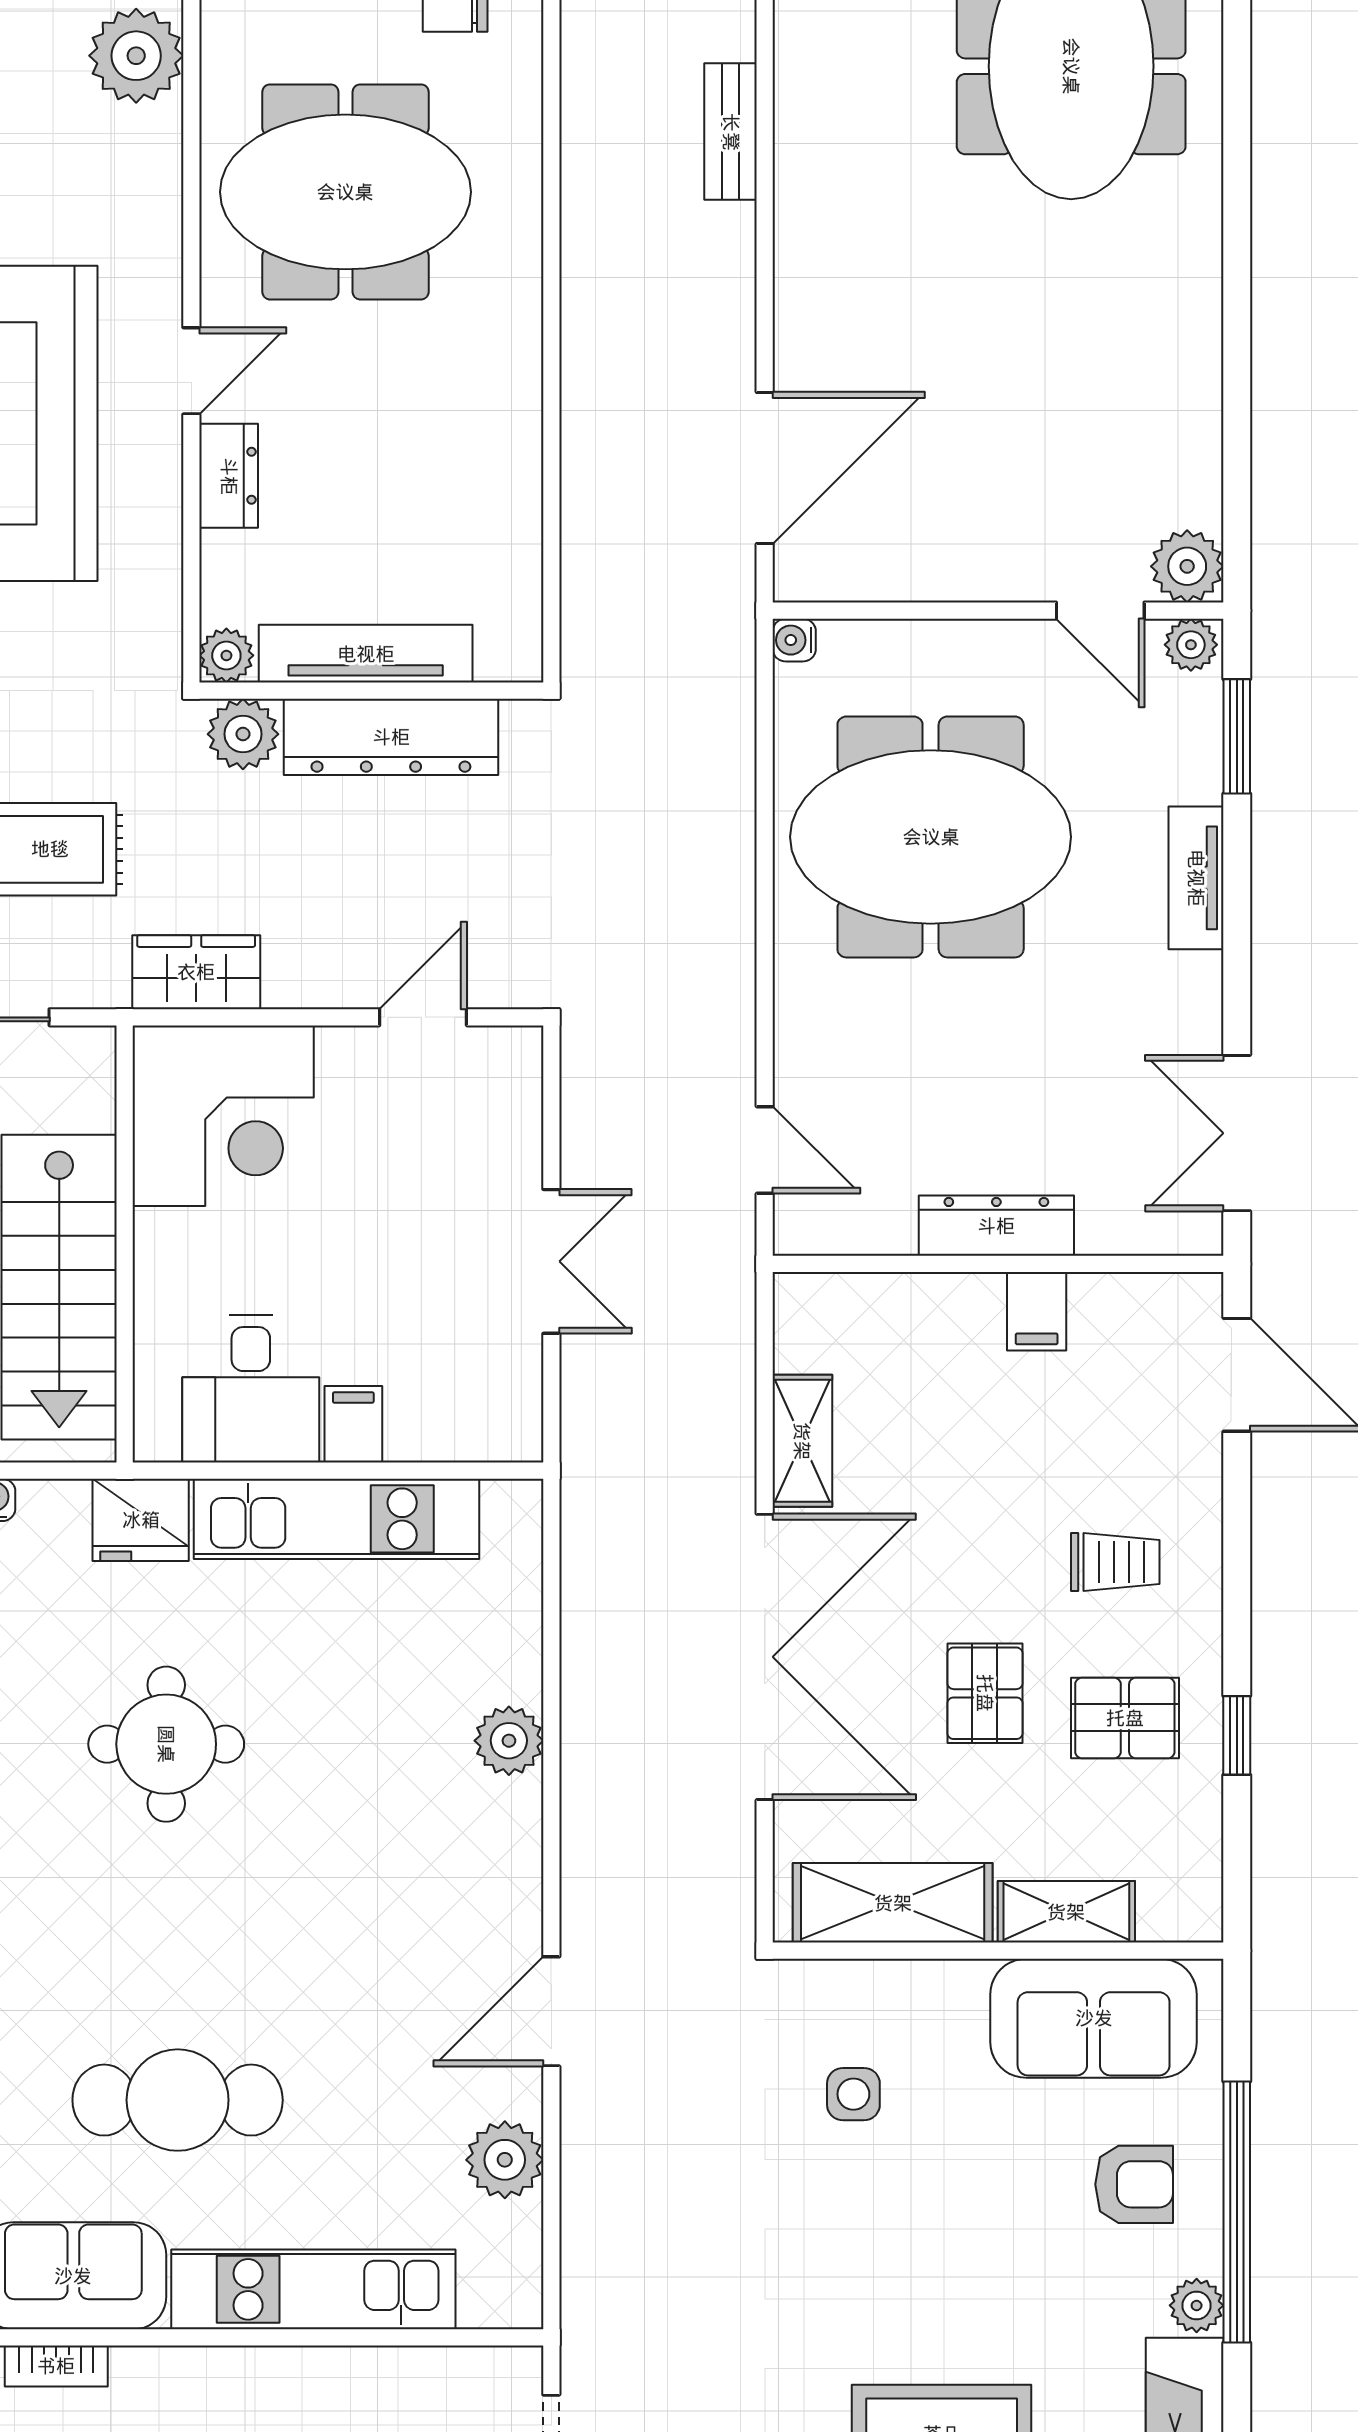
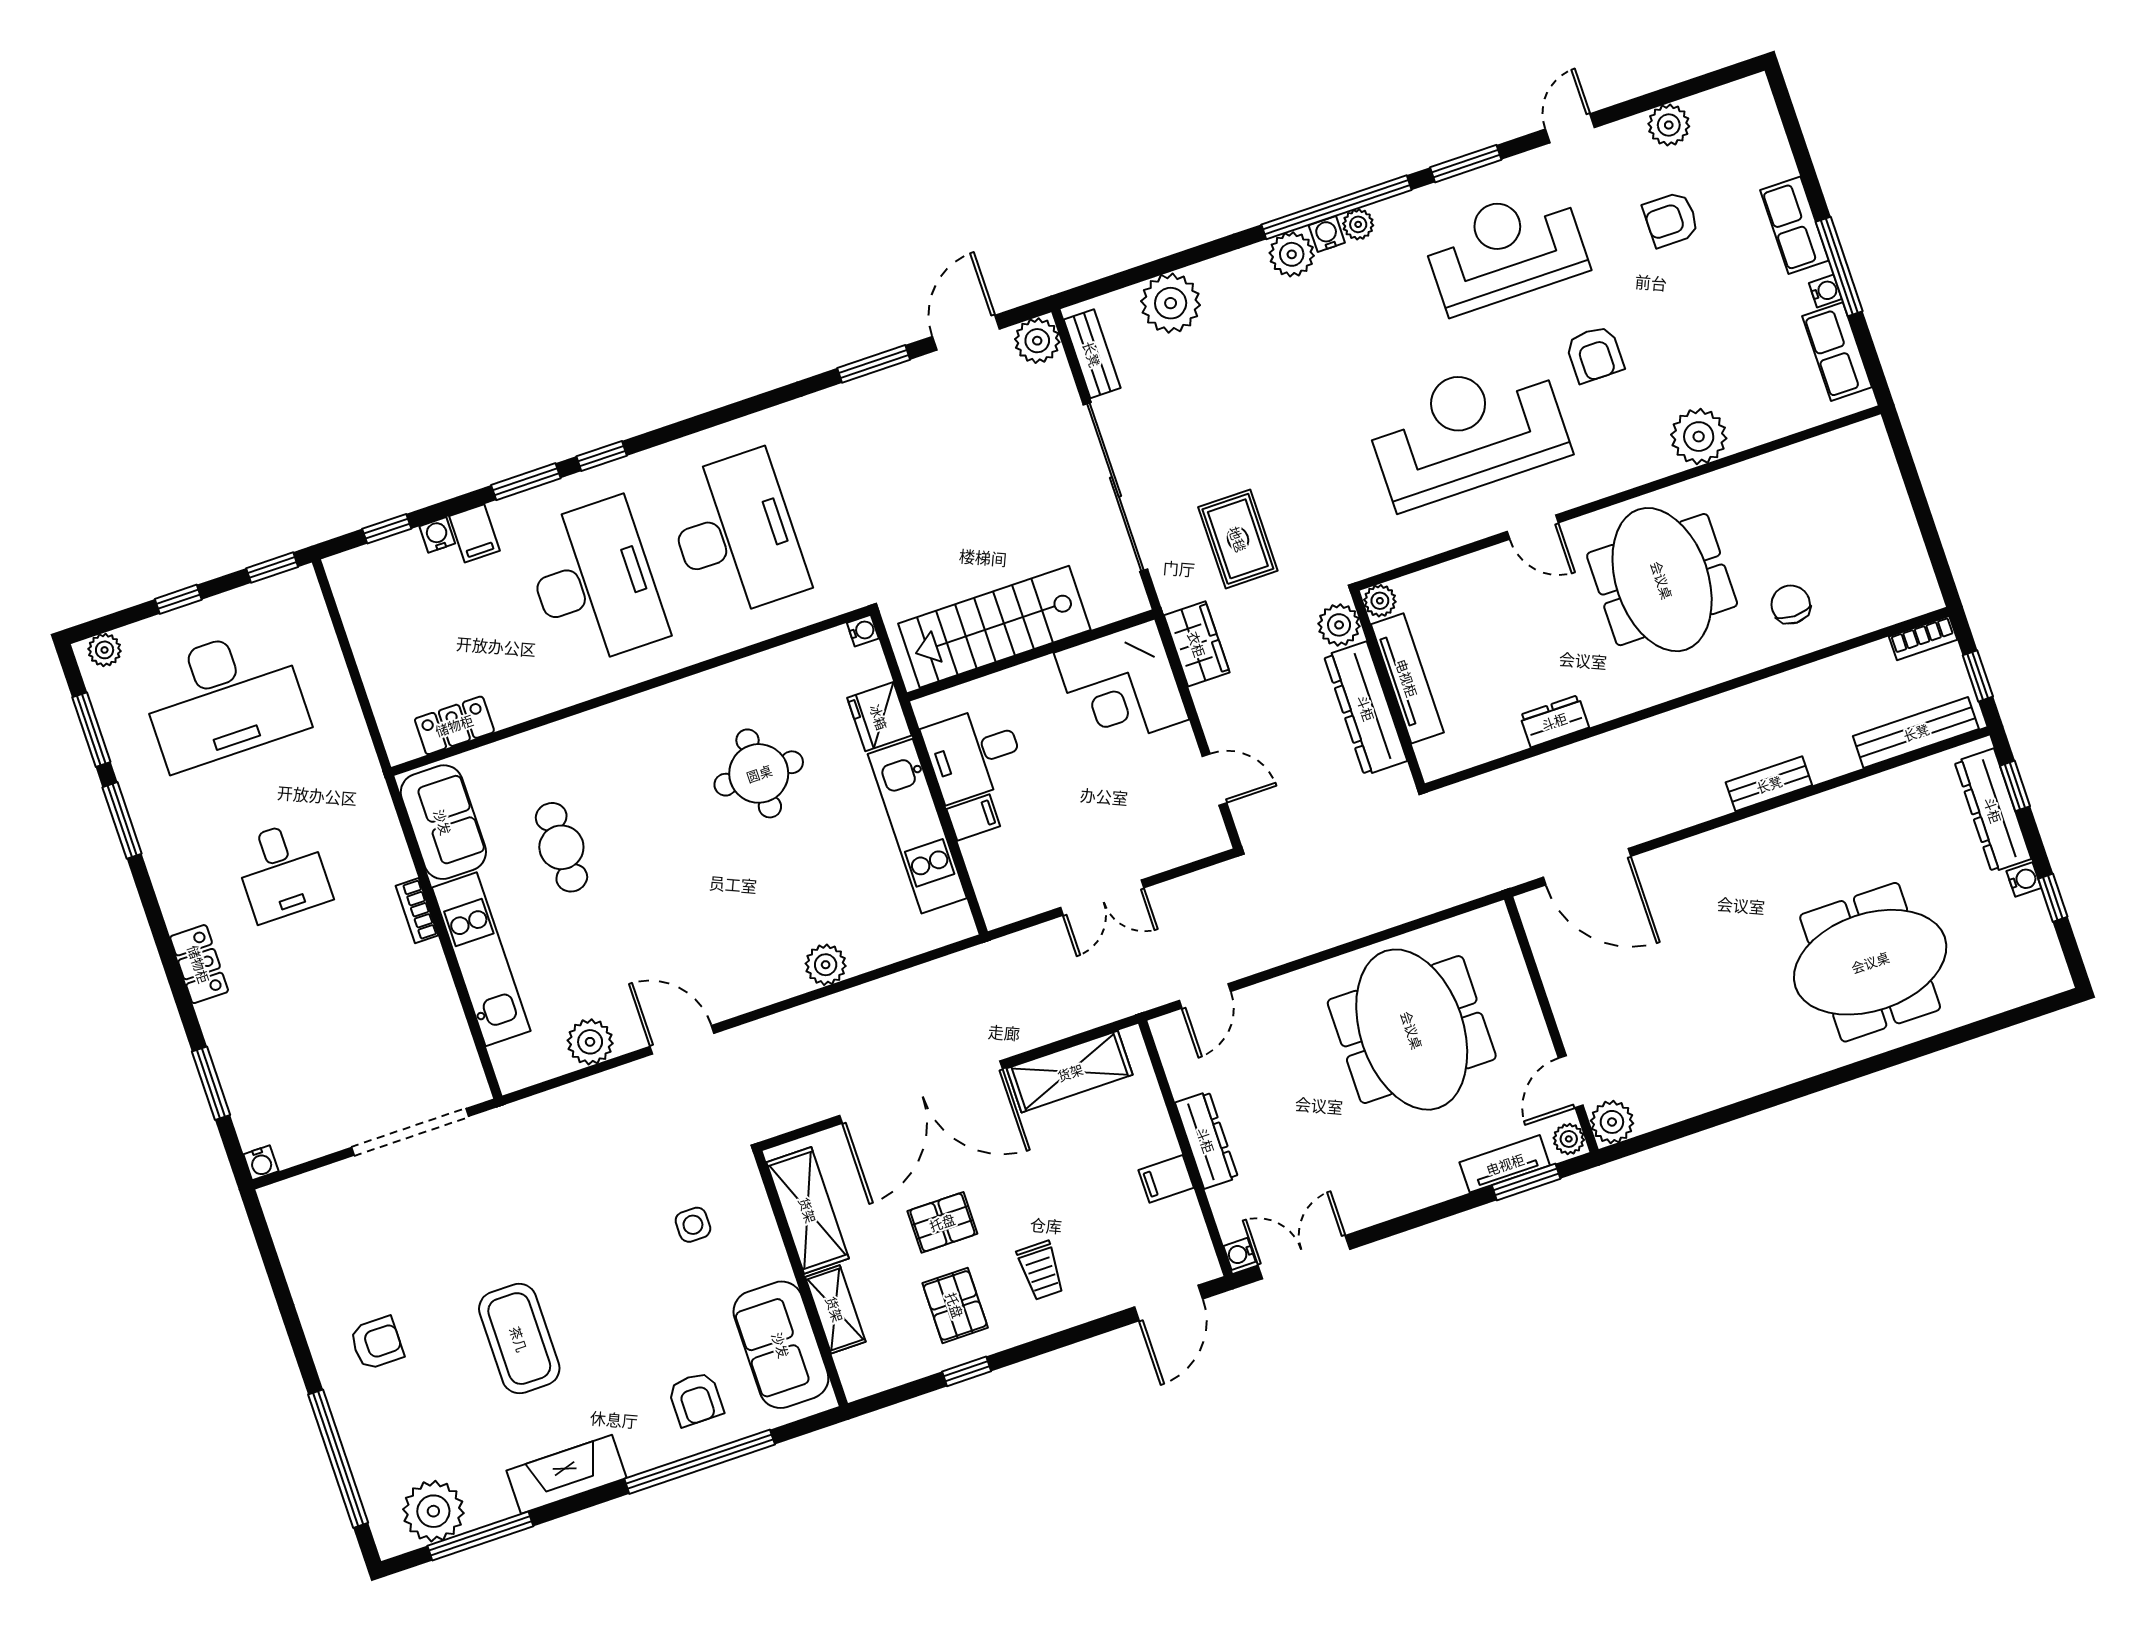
dresser: (229, 476) -> (1554, 721), moved, turned 180
water cooler: (794, 640) -> (1240, 1254), moved, turned -90
tv unit: (1196, 878) -> (1505, 1164), moved
shelving: (802, 1441) -> (1070, 1072), width x1.50, depth x1.33
cafe table: (178, 2100) -> (561, 847), width x0.73, depth x0.74
plant: (1197, 2305) -> (640, 1457), removed
bookcase: (56, 2366) -> (417, 911), moved

